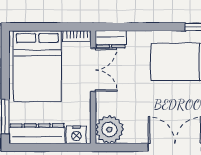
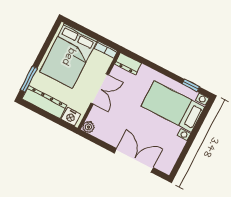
double door: (93, 70) -> (100, 89), moved
plant: (109, 130) -> (88, 127), width x0.53, depth x0.53

